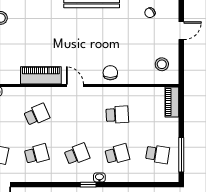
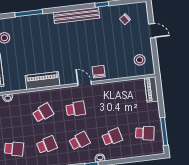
door: (181, 31) -> (152, 31), hinge flipped
door: (75, 85) -> (84, 84), moved
school desk: (117, 115) -> (76, 109), moved

